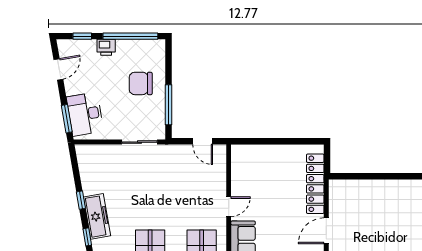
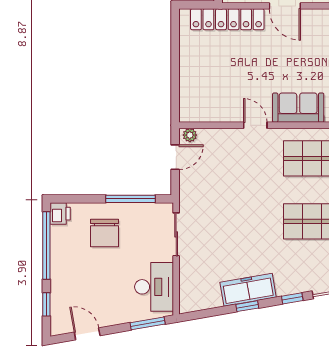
printer: (106, 47) -> (60, 214), moved
desk: (85, 114) -> (154, 287), moved, turned -80
plant: (221, 153) -> (190, 135), added
freezer: (97, 216) -> (248, 290), moved

